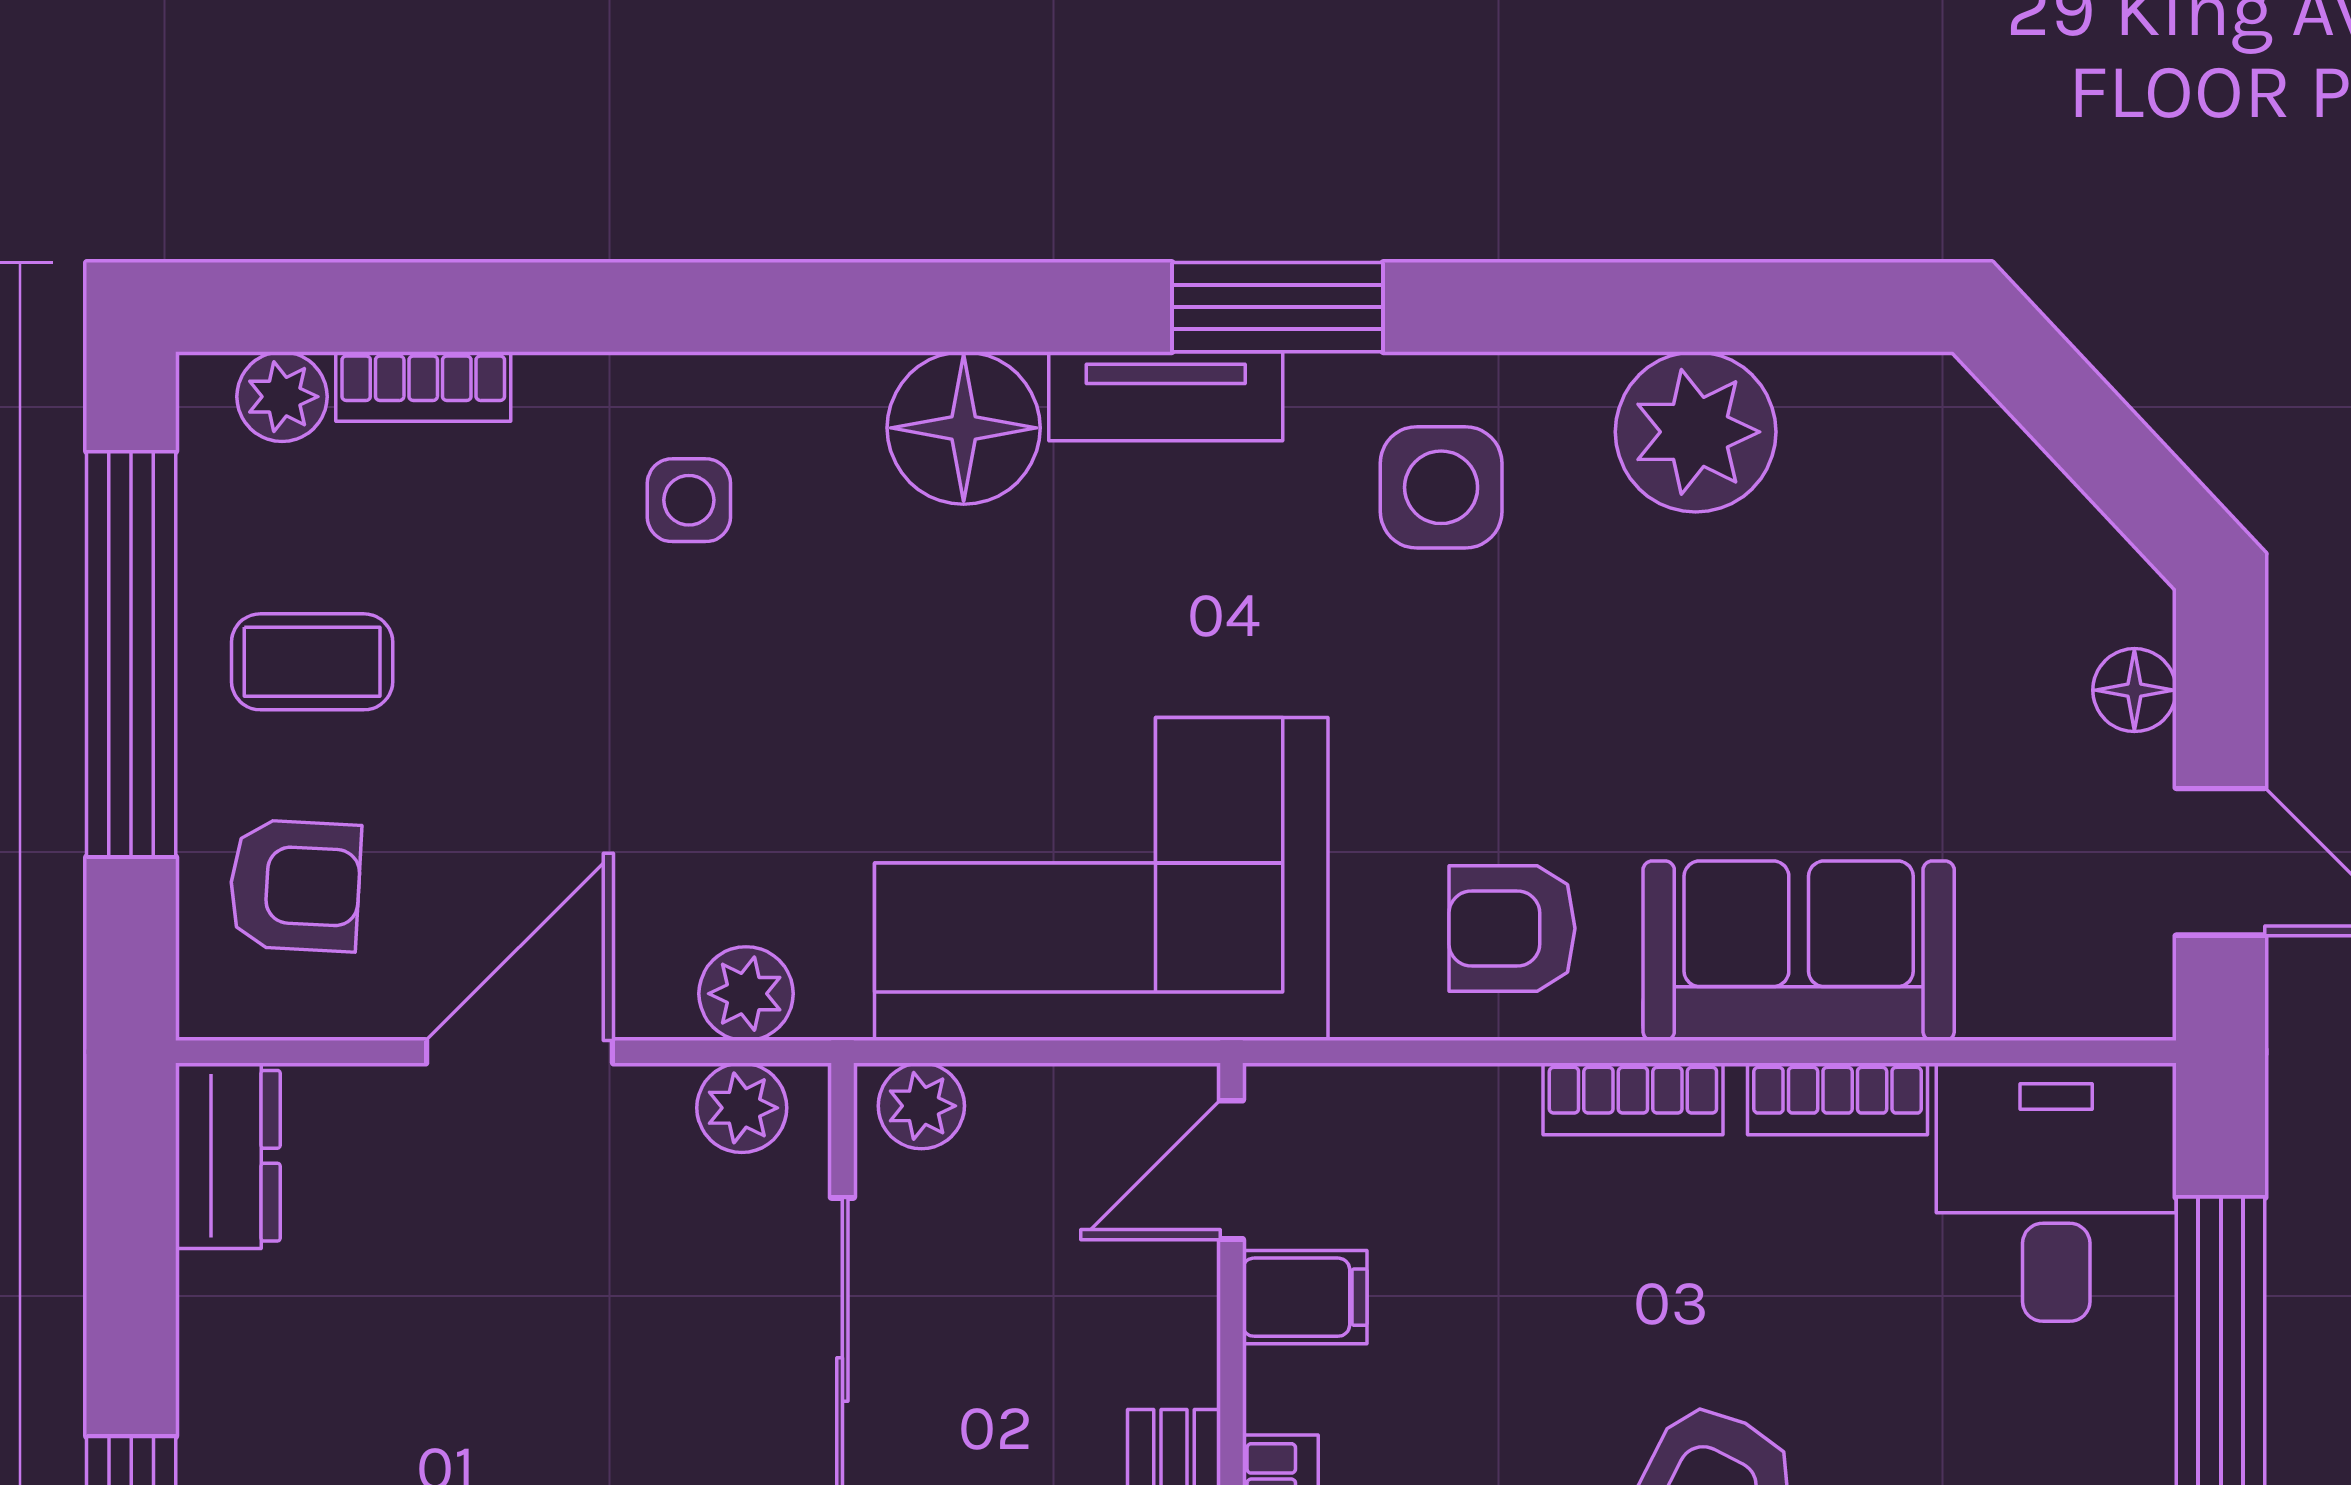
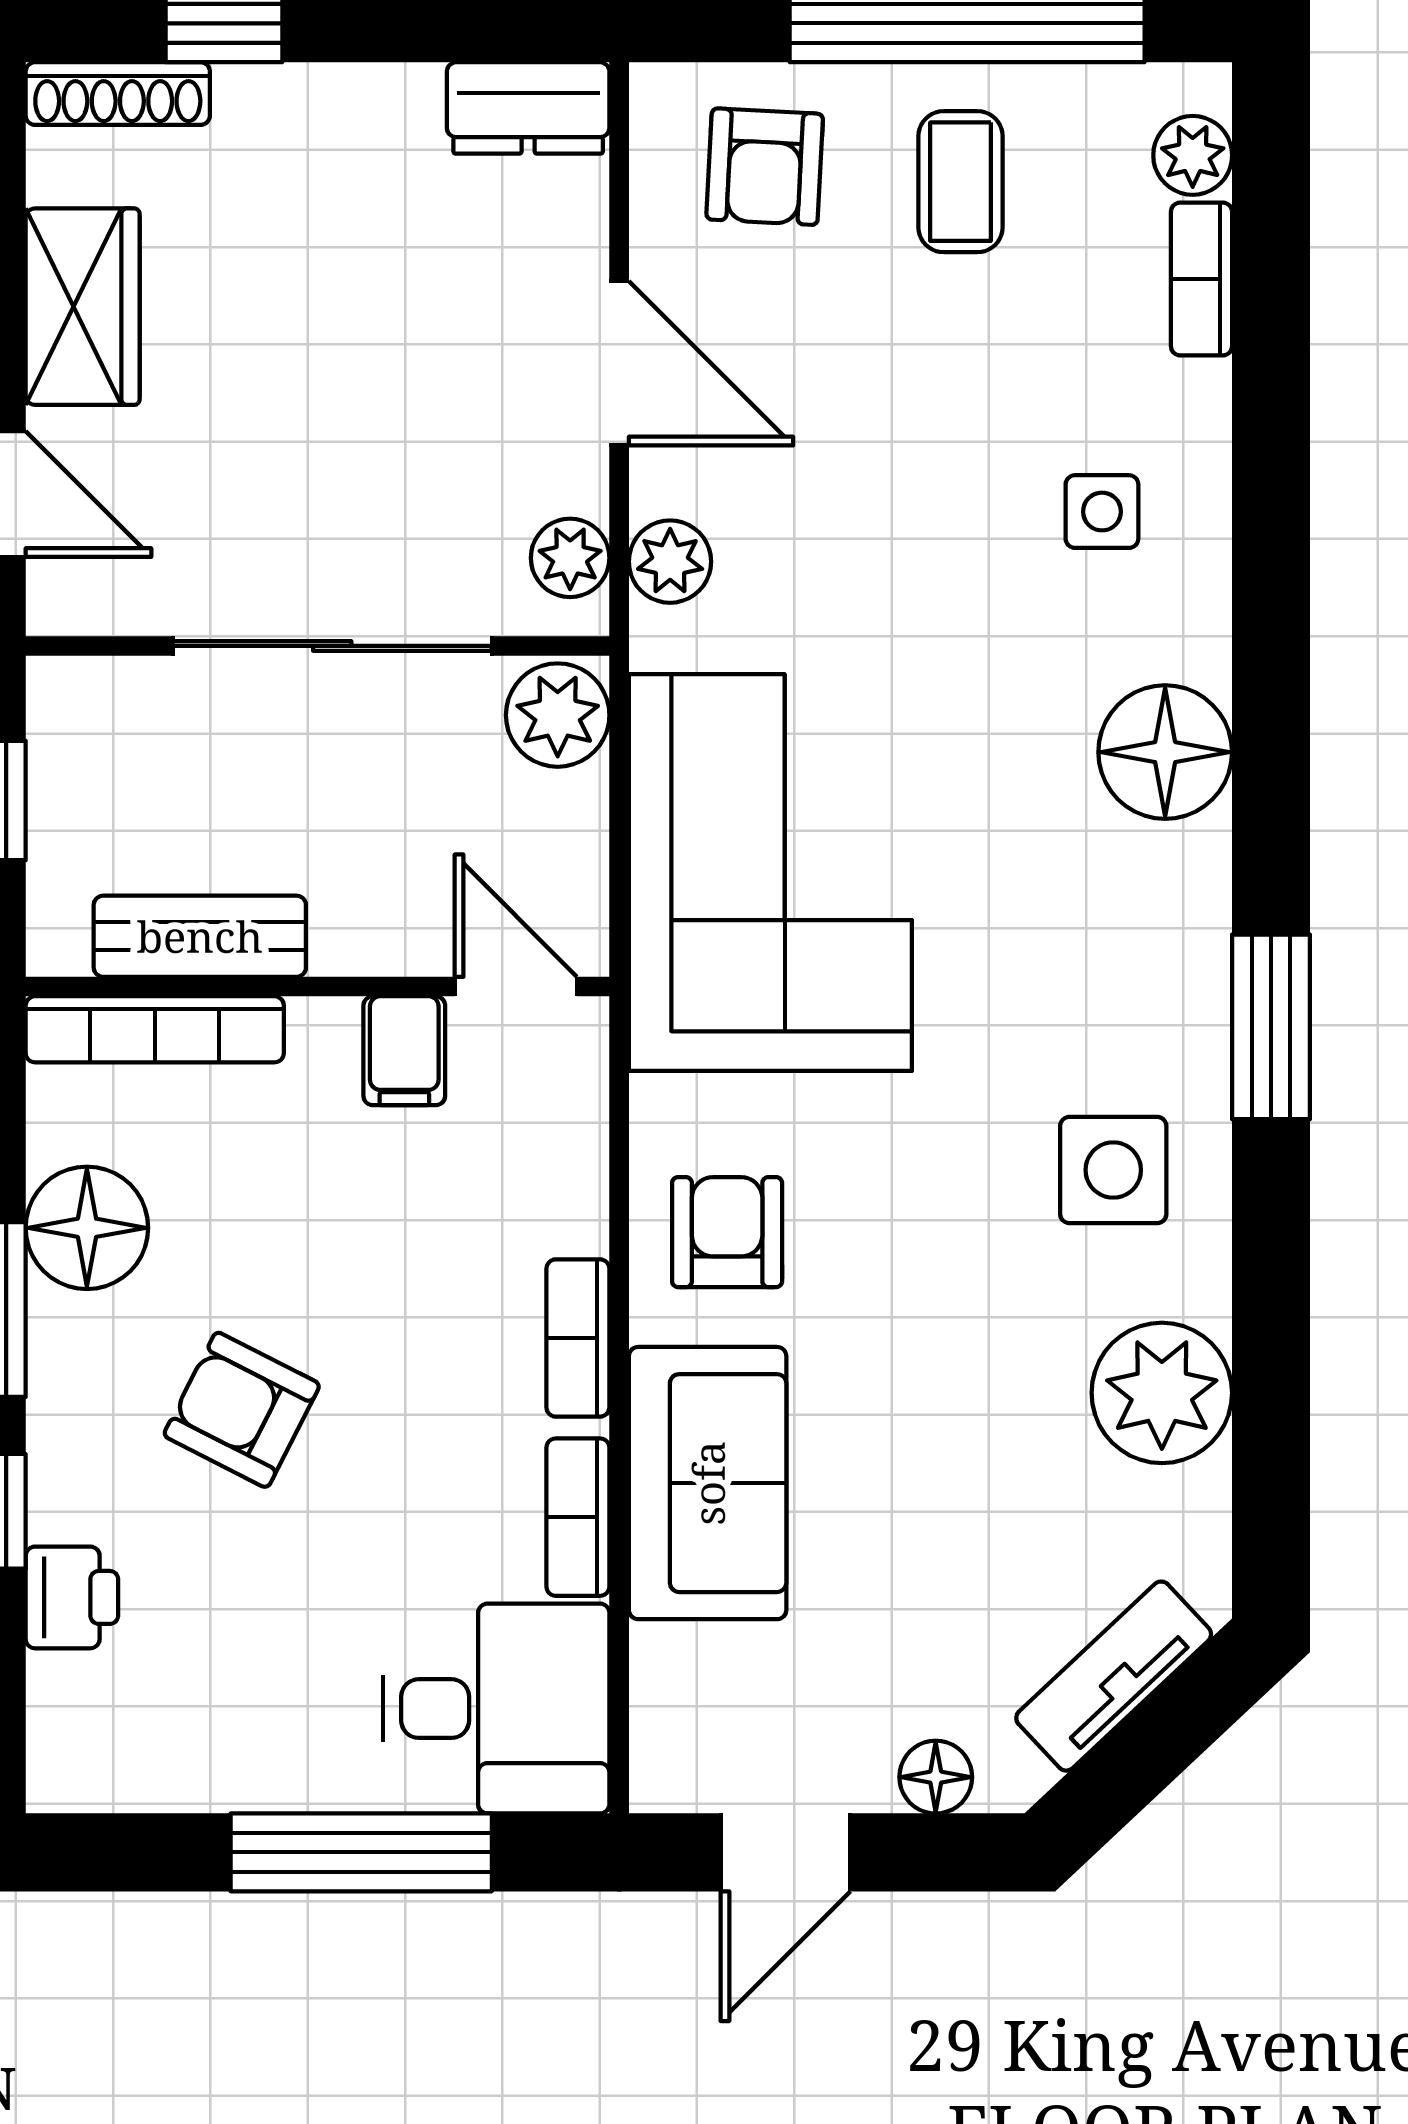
tv unit: (1166, 396) -> (1114, 1676), moved, turned 47
plant: (921, 1106) -> (558, 715), width x1.38, depth x1.38

